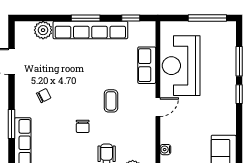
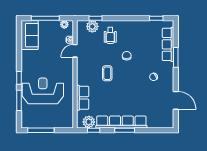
plant: (43, 30) -> (89, 122), moved
reception desk: (181, 66) -> (43, 91), moved, turned -90
door: (158, 107) -> (75, 51), moved

